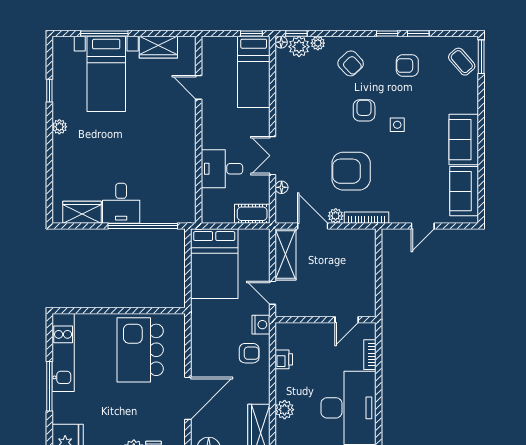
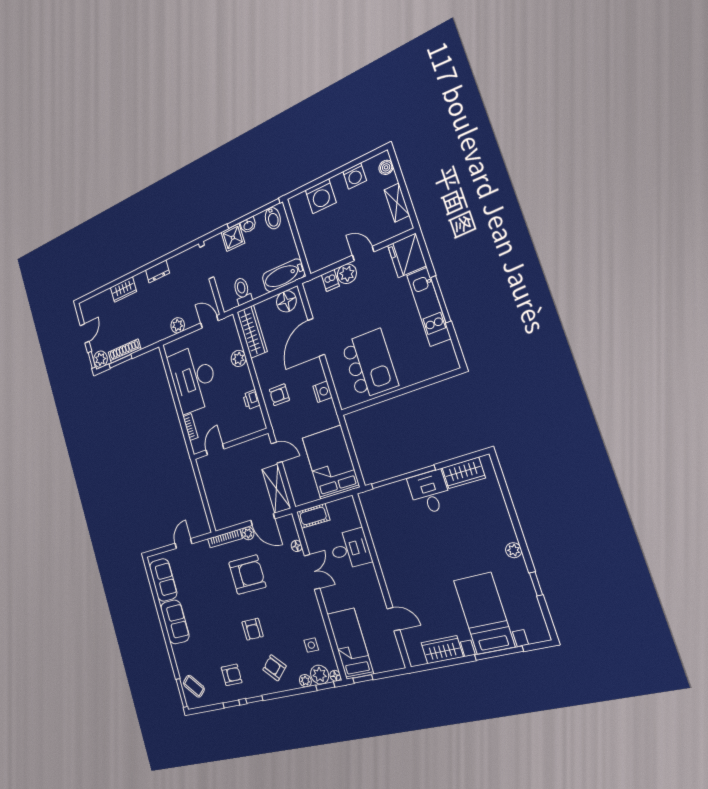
side table: (397, 125) -> (311, 645), moved
nightstand: (261, 325) -> (323, 392), moved, turned 180
kitchen unit: (63, 352) -> (429, 307), moved

